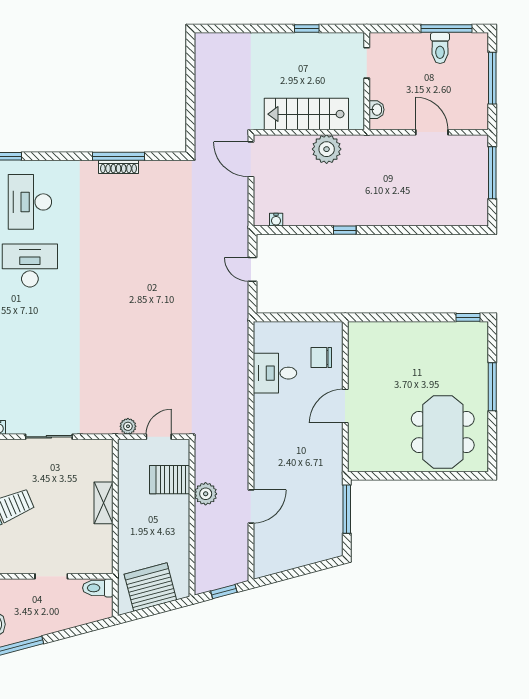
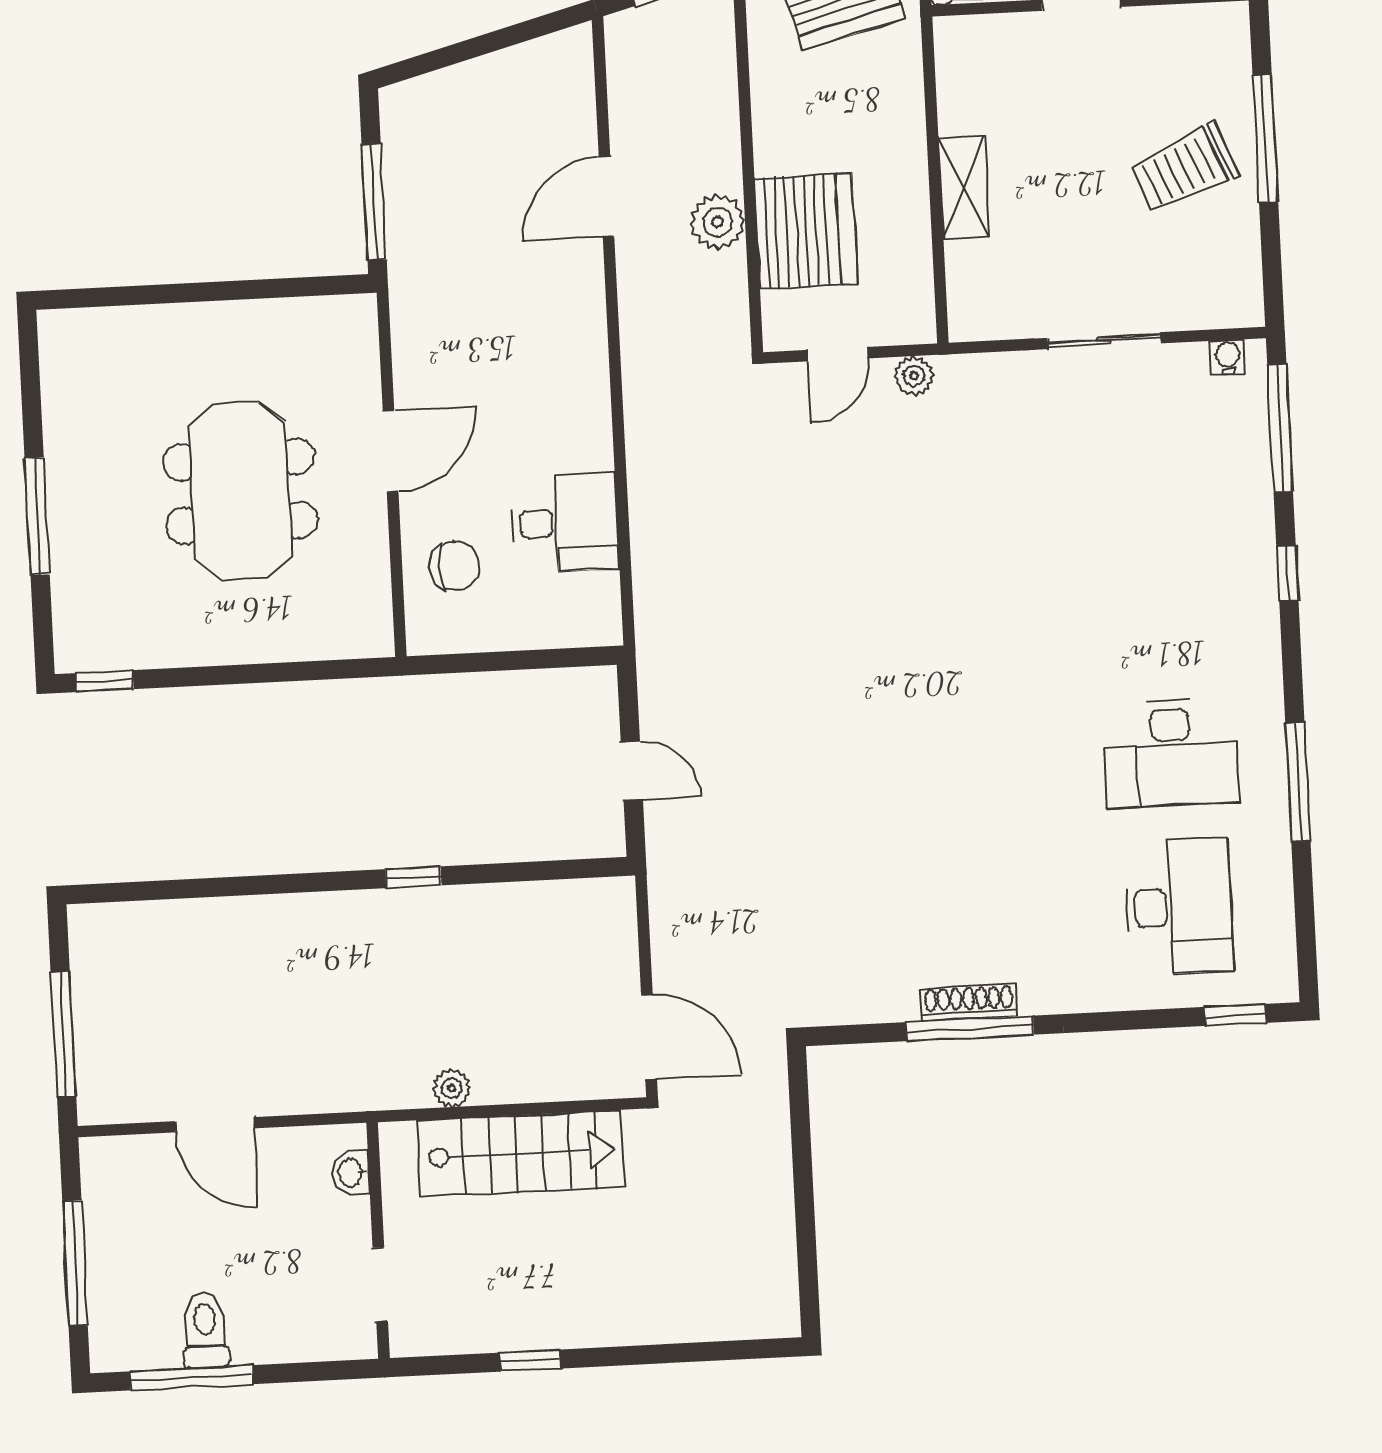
plant: (327, 149) -> (452, 1088), width x0.53, depth x0.53
water cooler: (276, 220) -> (581, 894), removed
meeting table: (443, 432) -> (240, 491), moved
server rack: (170, 480) -> (806, 231), width x1.60

